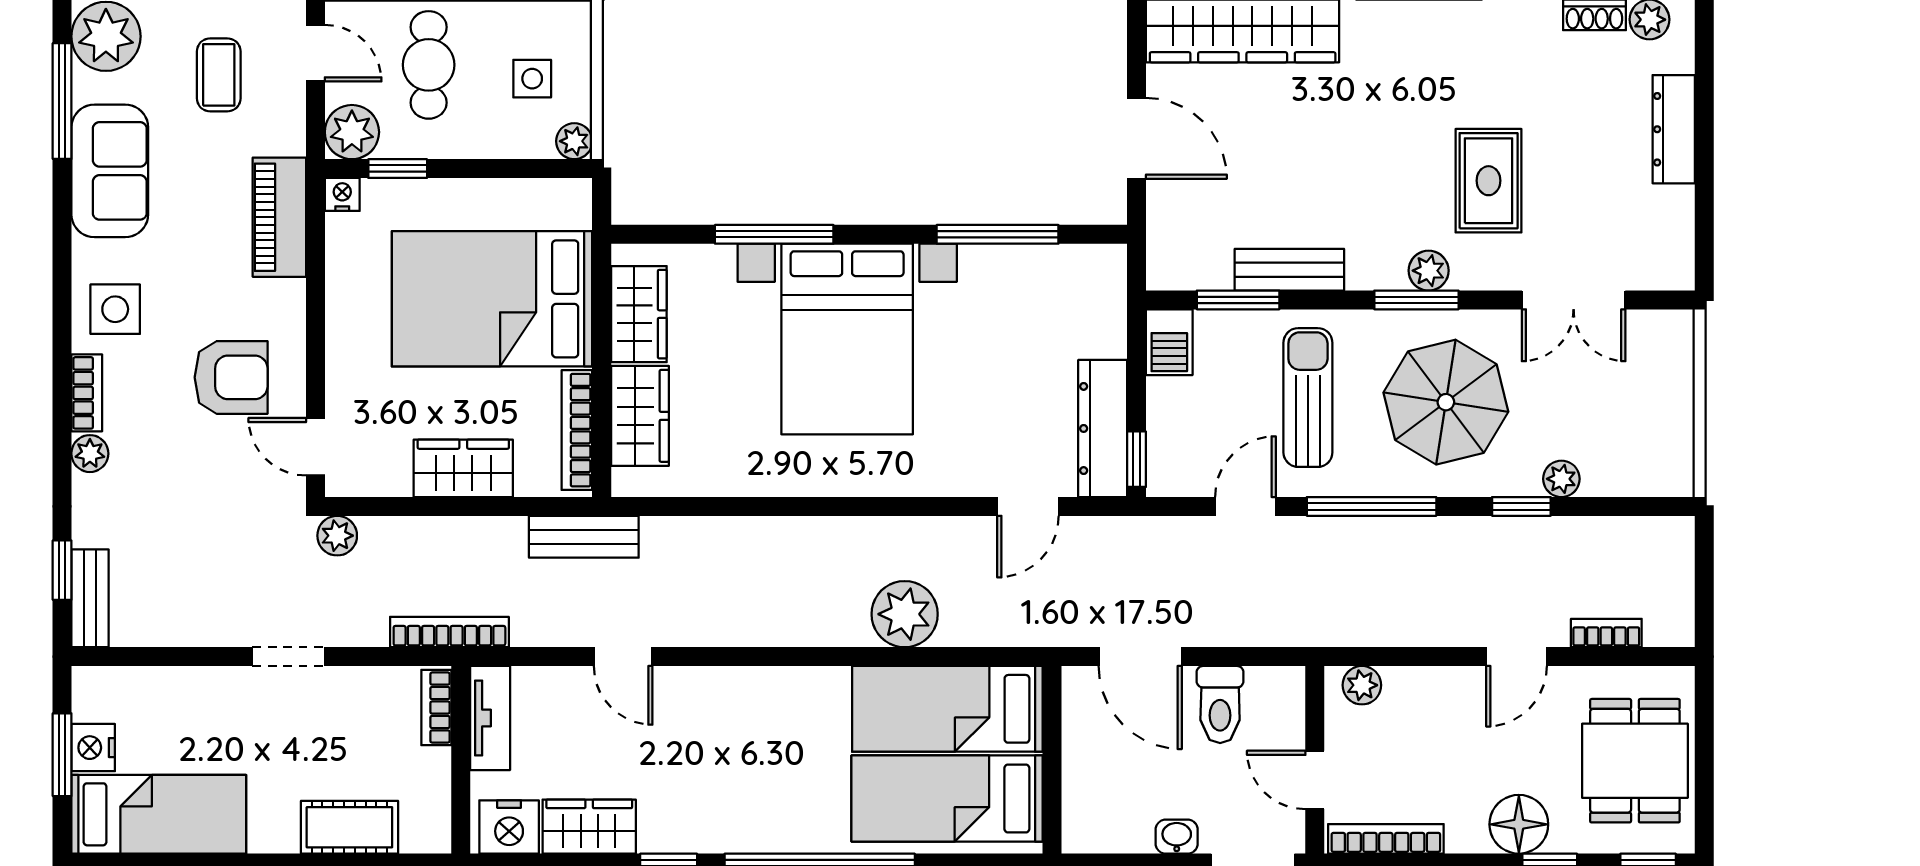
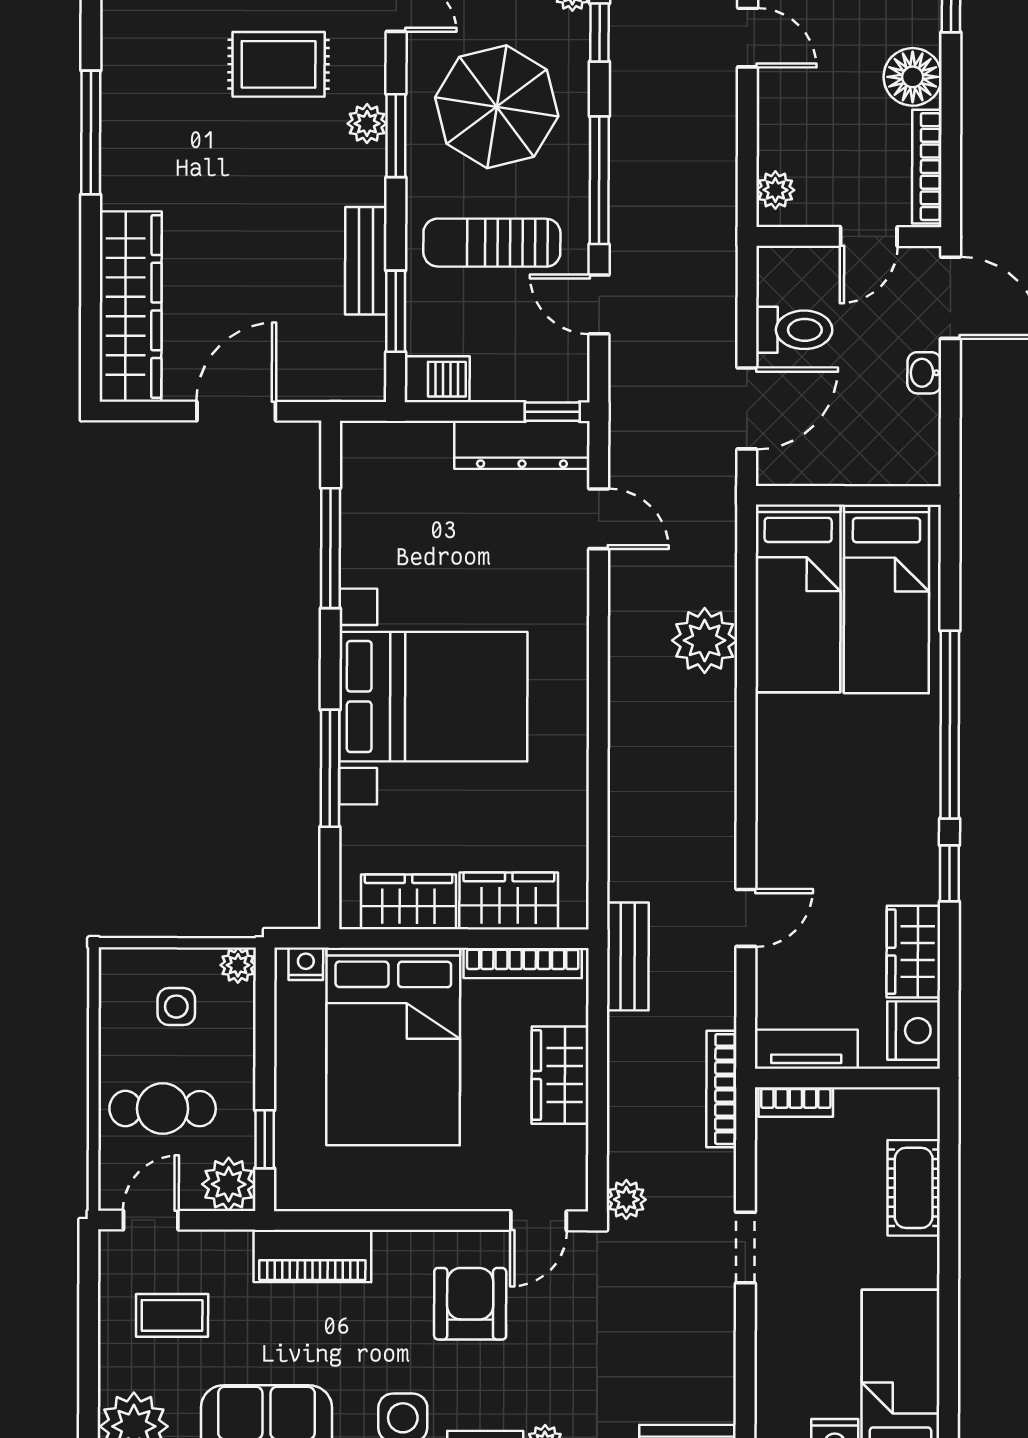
nightstand: (342, 194) -> (306, 964), moved, turned 90
floor lamp: (1519, 824) -> (913, 77), moved

